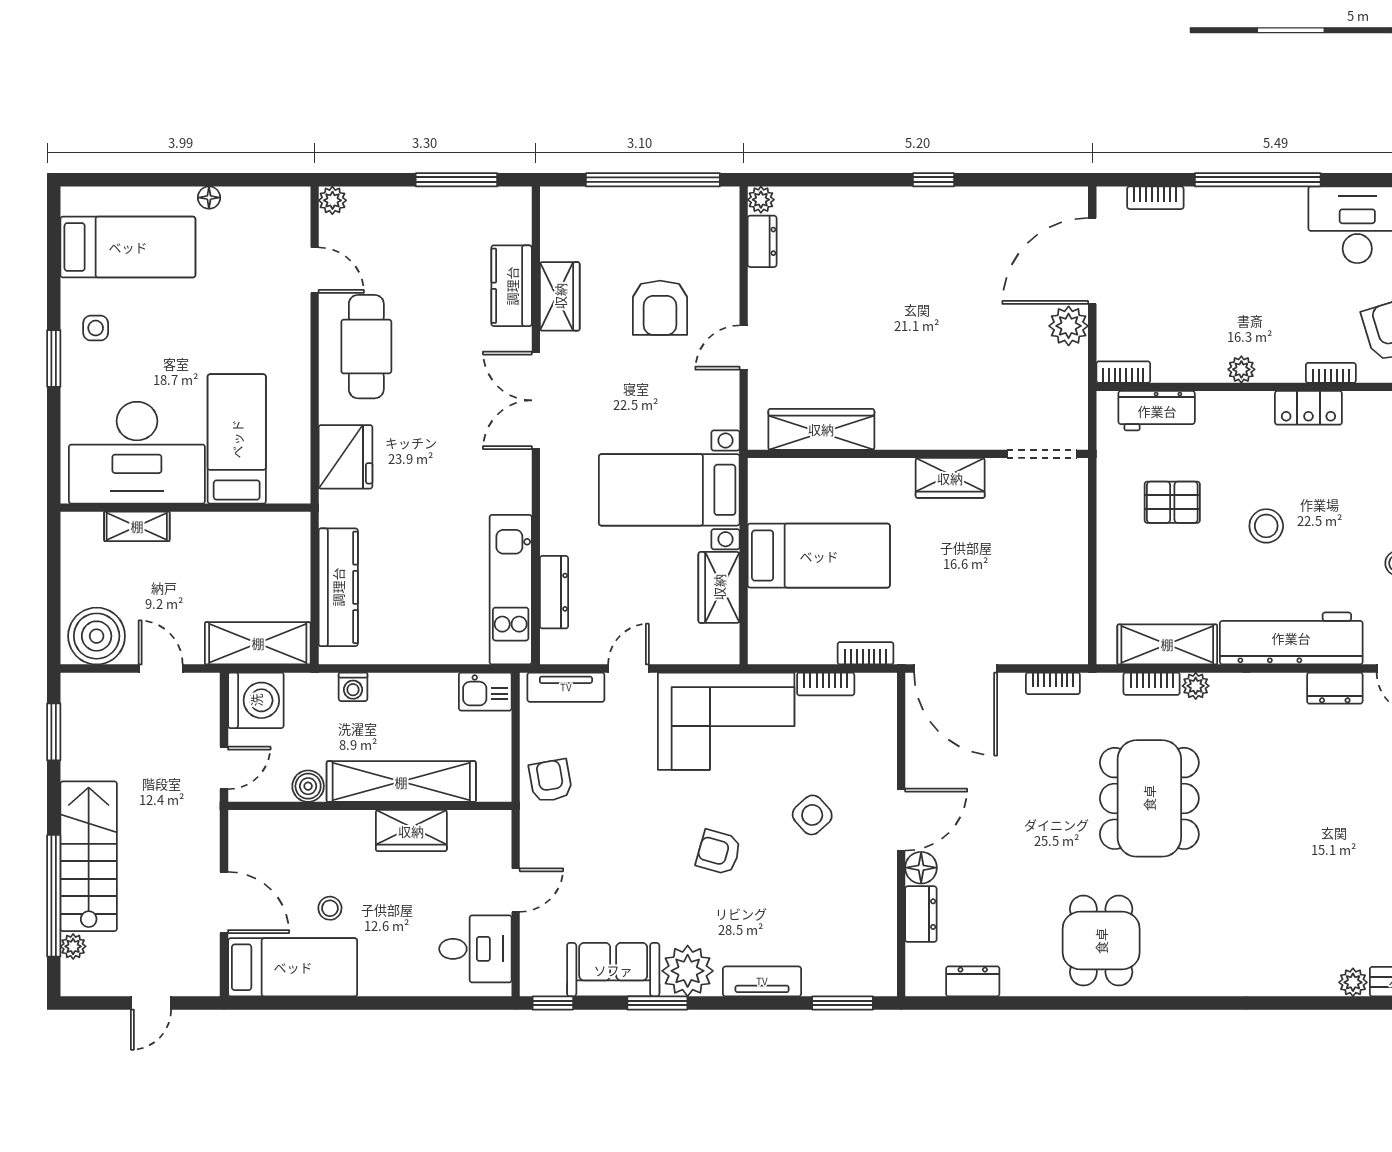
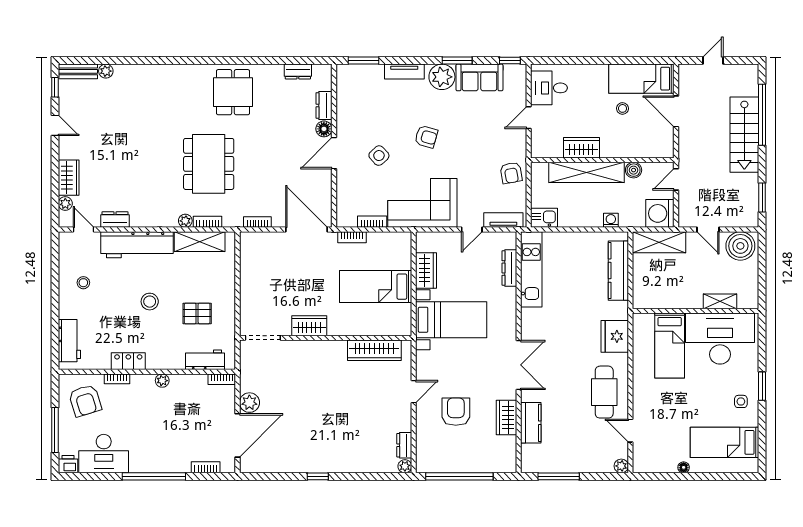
plant: (73, 946) -> (752, 89), removed

